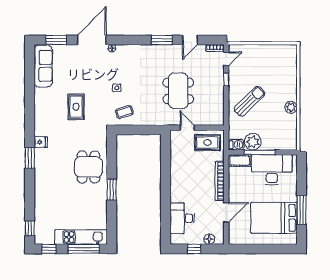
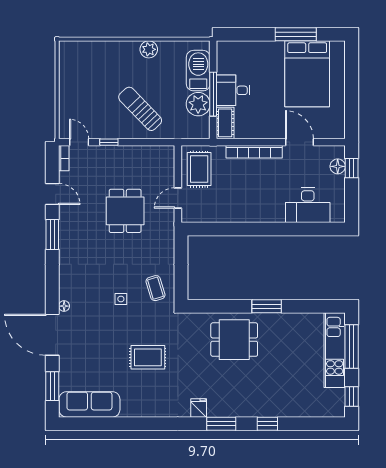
dining table: (178, 91) -> (125, 211), width x0.73
barbecue: (236, 145) -> (198, 71), moved, width x1.88, depth x1.53
desk: (272, 170) -> (233, 90), width x0.53, depth x0.77
window: (30, 228) -> (267, 424), moved
window: (194, 249) -> (352, 168), moved

